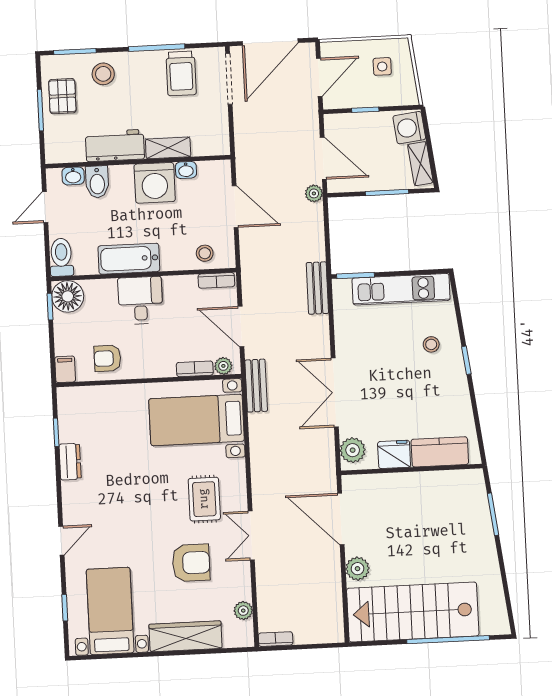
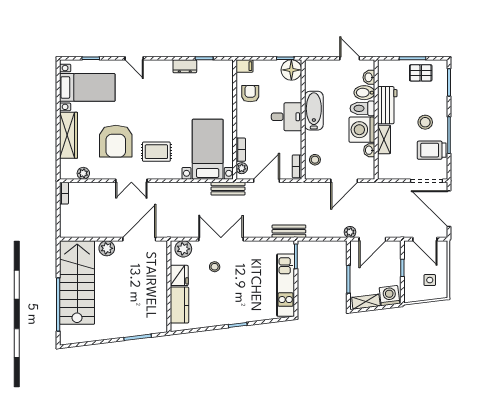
stool: (103, 74) -> (425, 122), moved
toilet: (61, 257) -> (362, 108), moved, turned 180
stool: (431, 344) -> (215, 267), moved
double door: (251, 535) -> (131, 181), swing flipped
armchair: (191, 563) -> (116, 141), width x1.36, depth x1.36

